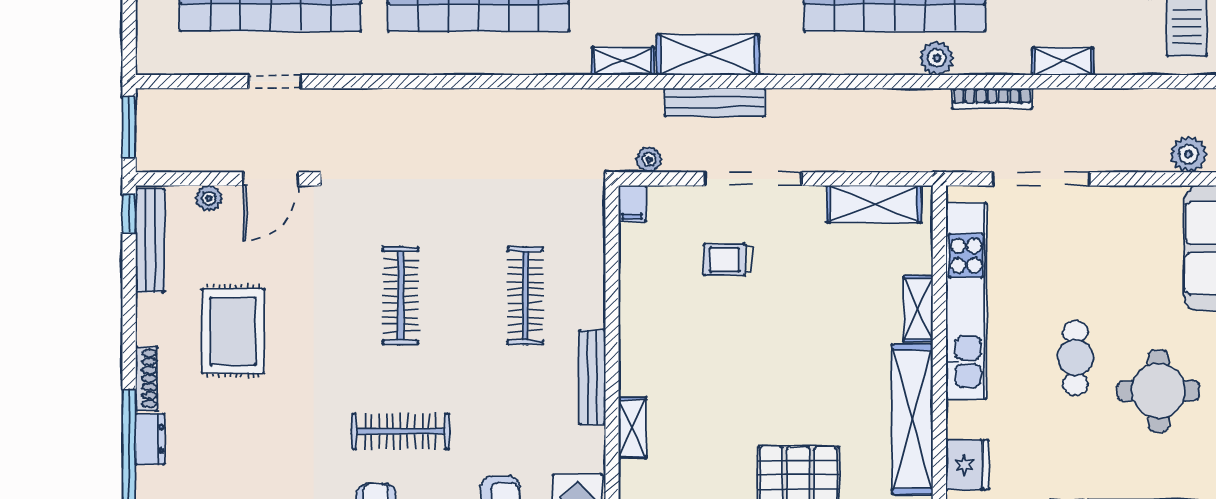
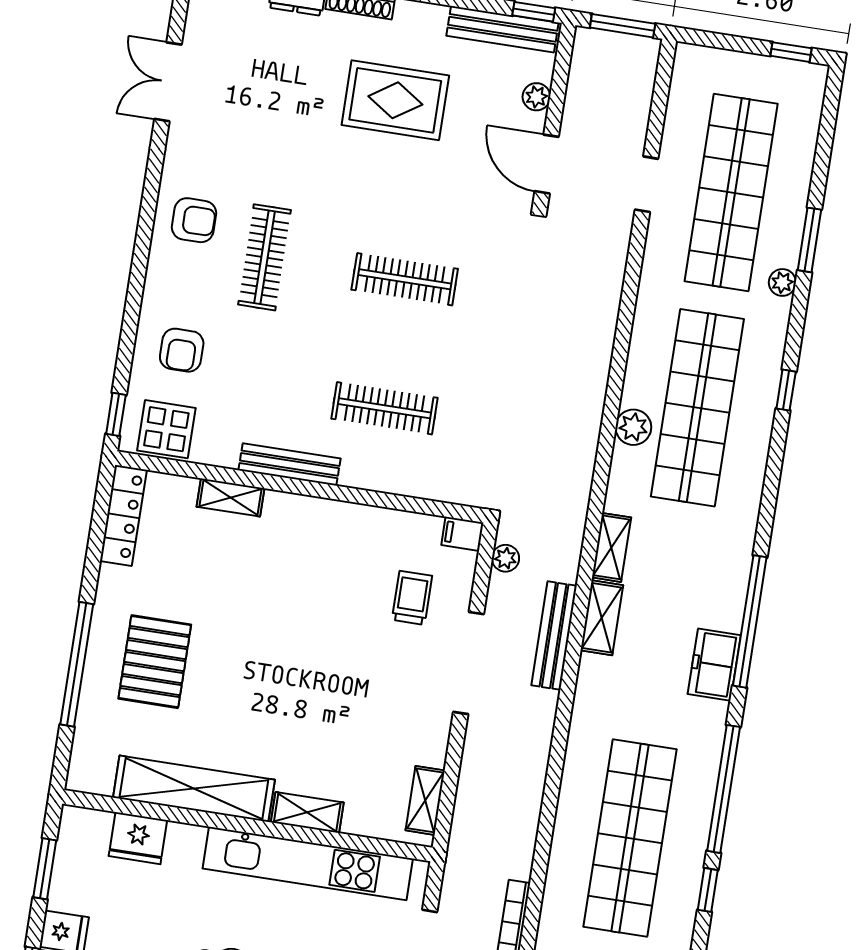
shelving: (708, 55) -> (602, 618), width x0.67, depth x0.75
plant: (937, 58) -> (633, 427), moved
shelving: (874, 204) -> (425, 800), width x0.67, depth x0.75
trolley: (728, 260) -> (412, 598), moved

